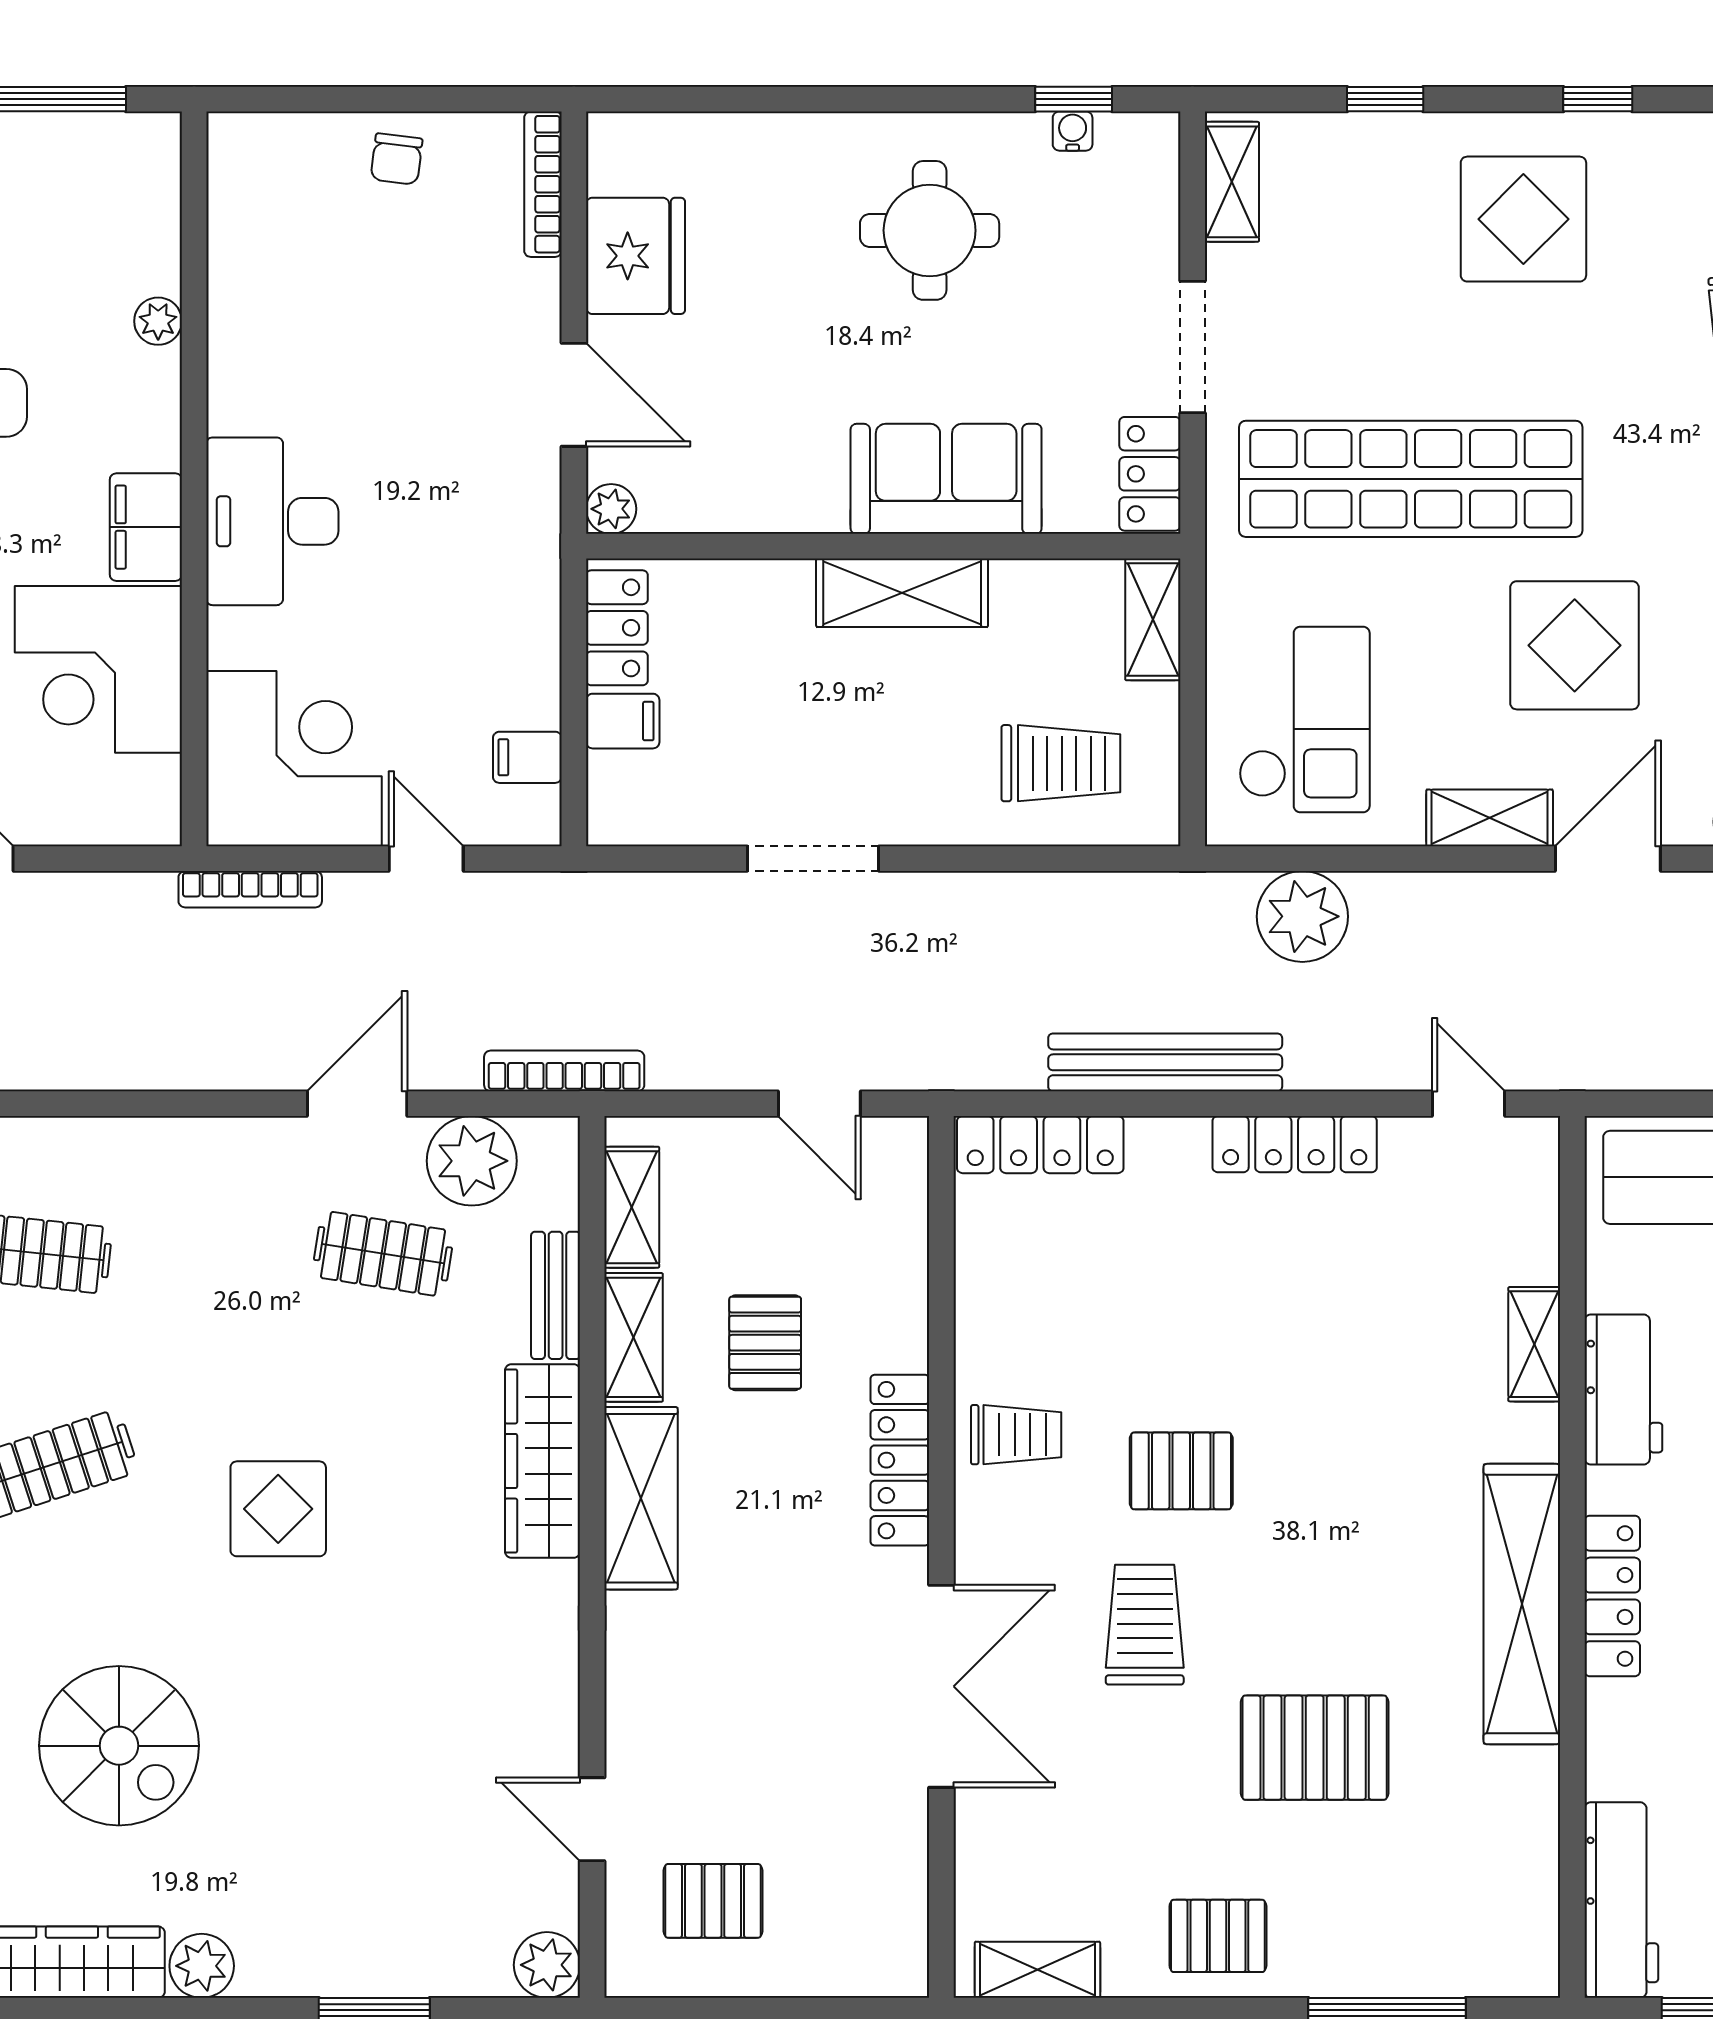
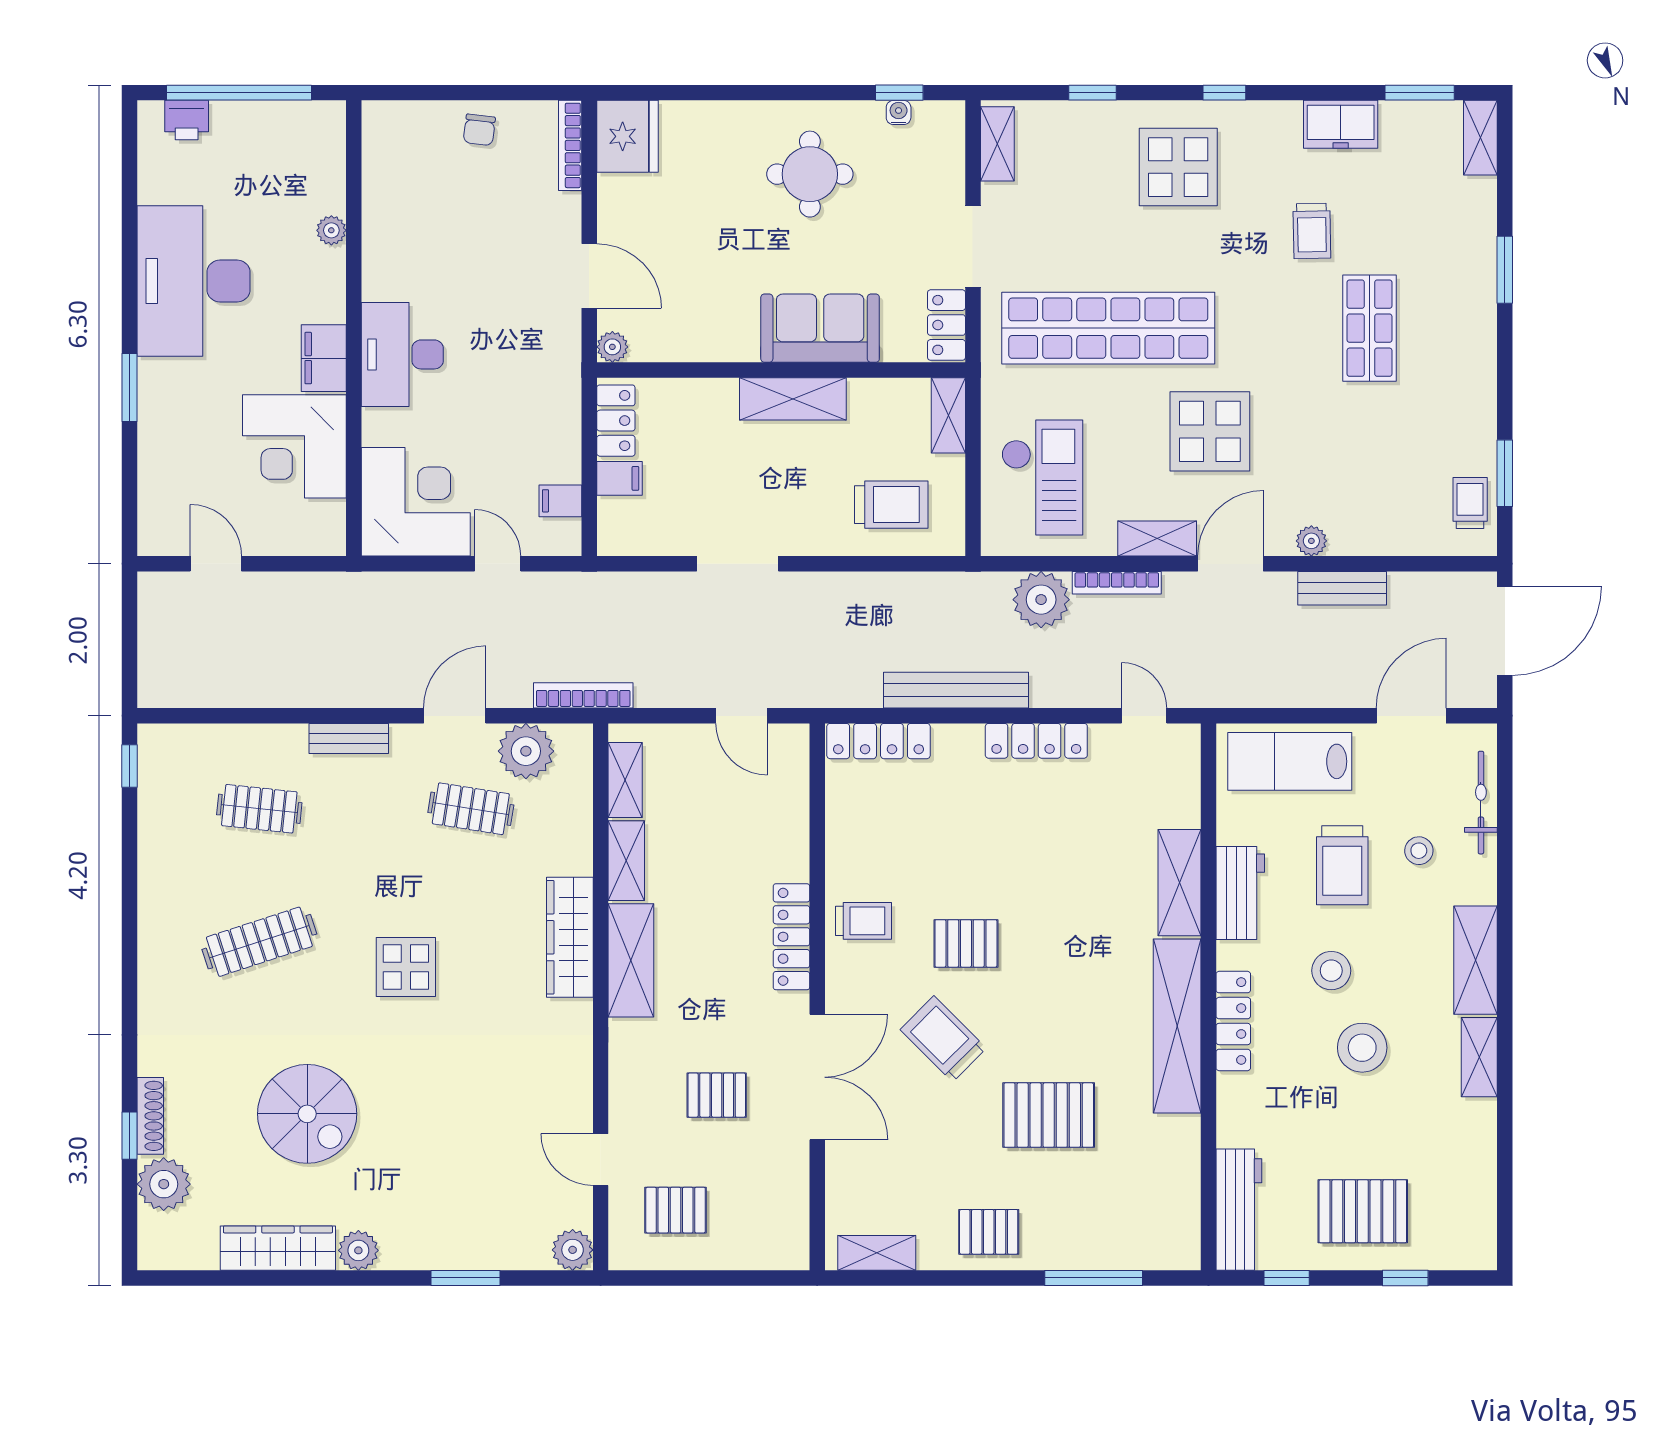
fridge: (635, 256) -> (627, 136), moved
bookcase: (250, 889) -> (1117, 583), moved
bench: (556, 1295) -> (349, 738), moved, turned 90
pallet: (765, 1343) -> (717, 1095), moved, turned 90
shelving: (1534, 1344) -> (1180, 883), width x1.50, depth x1.33
trolley: (1145, 1625) -> (943, 1039), turned -45

